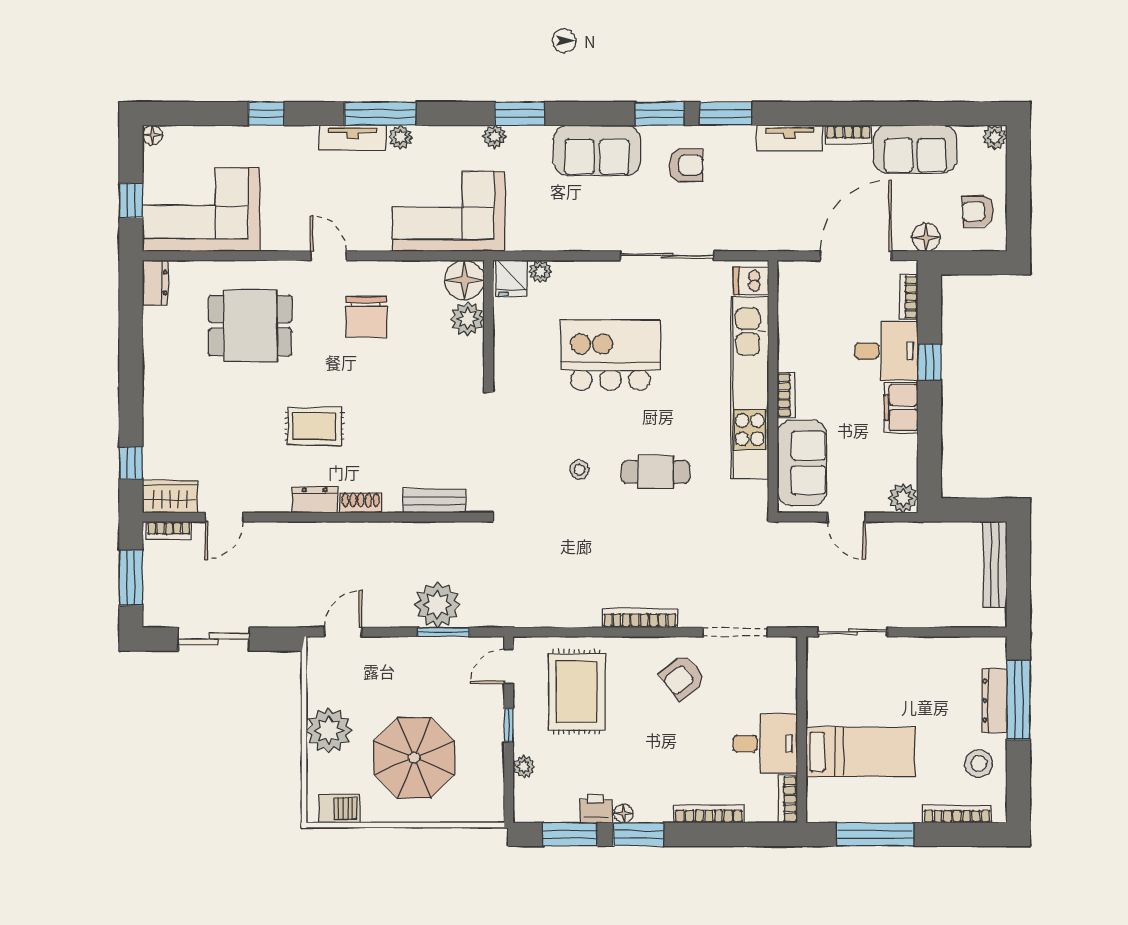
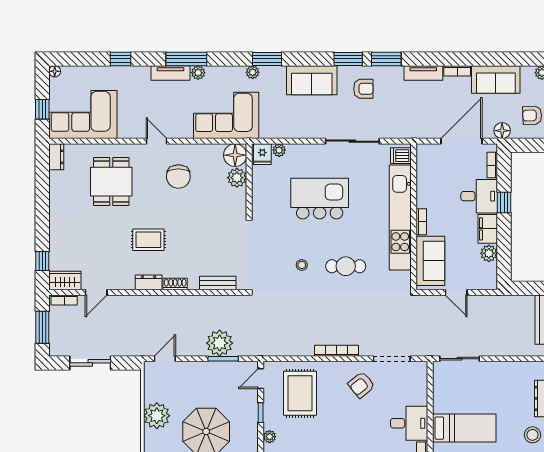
dining table: (250, 326) -> (111, 182), turned 90
plant: (903, 498) -> (489, 253), moved

